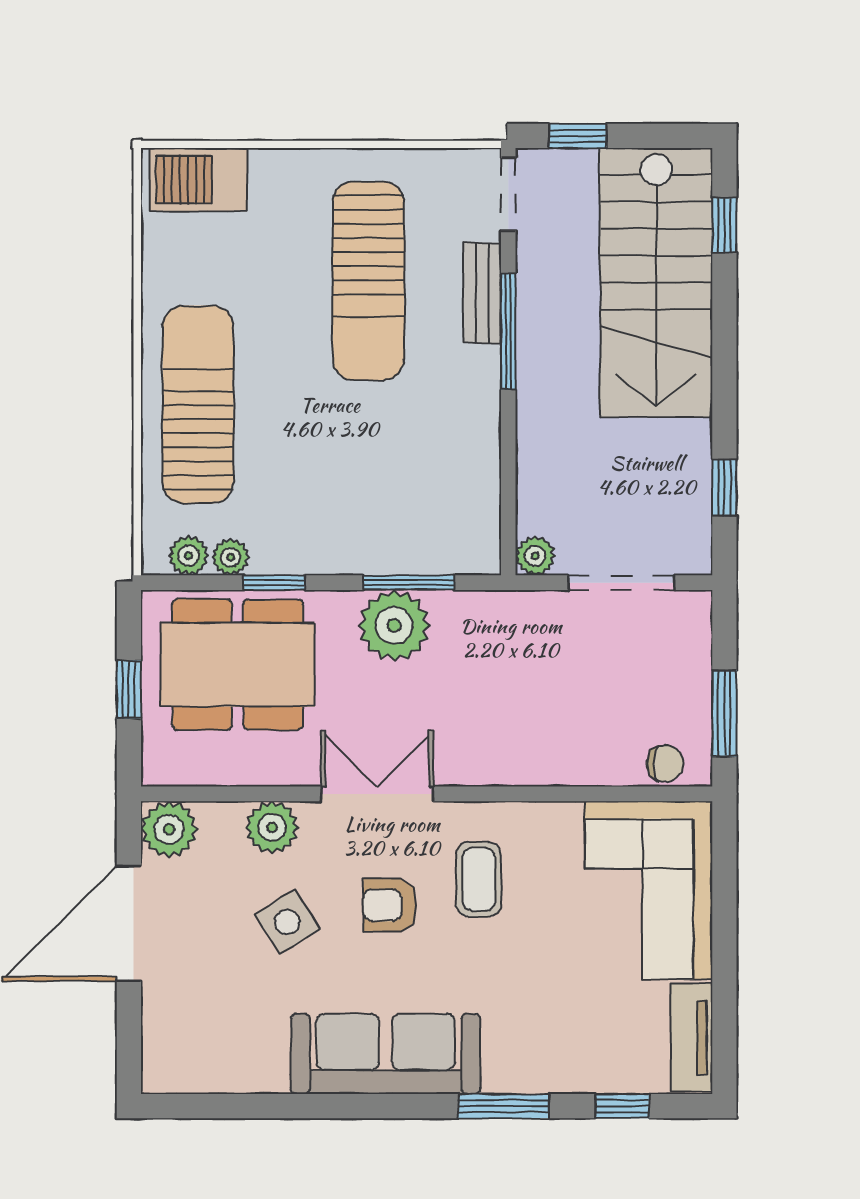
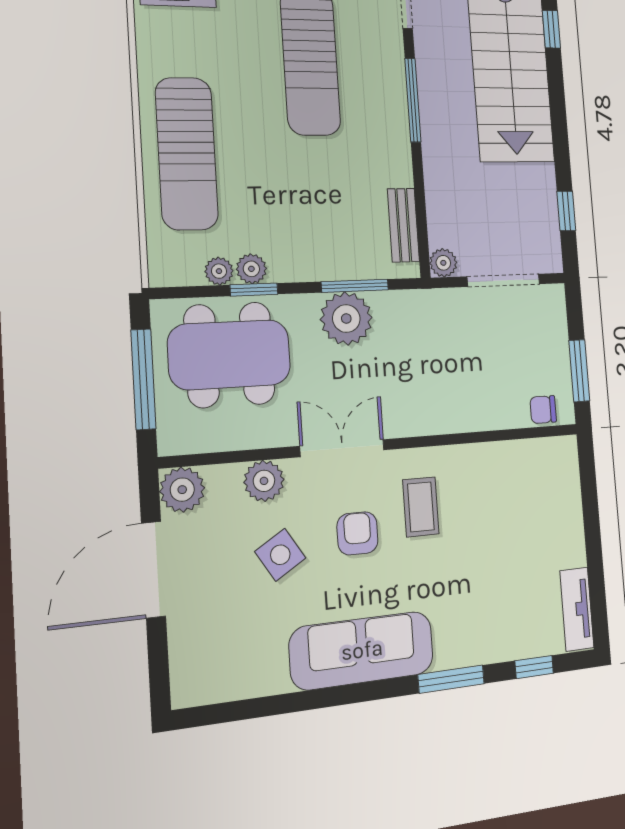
bench: (482, 293) -> (403, 225), moved
sun lounger: (198, 405) -> (187, 154), turned 180
plant: (189, 556) -> (251, 269), moved
window: (129, 689) -> (143, 379), width x2.17
chair: (665, 763) -> (543, 410), turned 180
corner sofa: (649, 890) -> (540, 503), removed
armchair: (390, 905) -> (357, 533), turned 90

